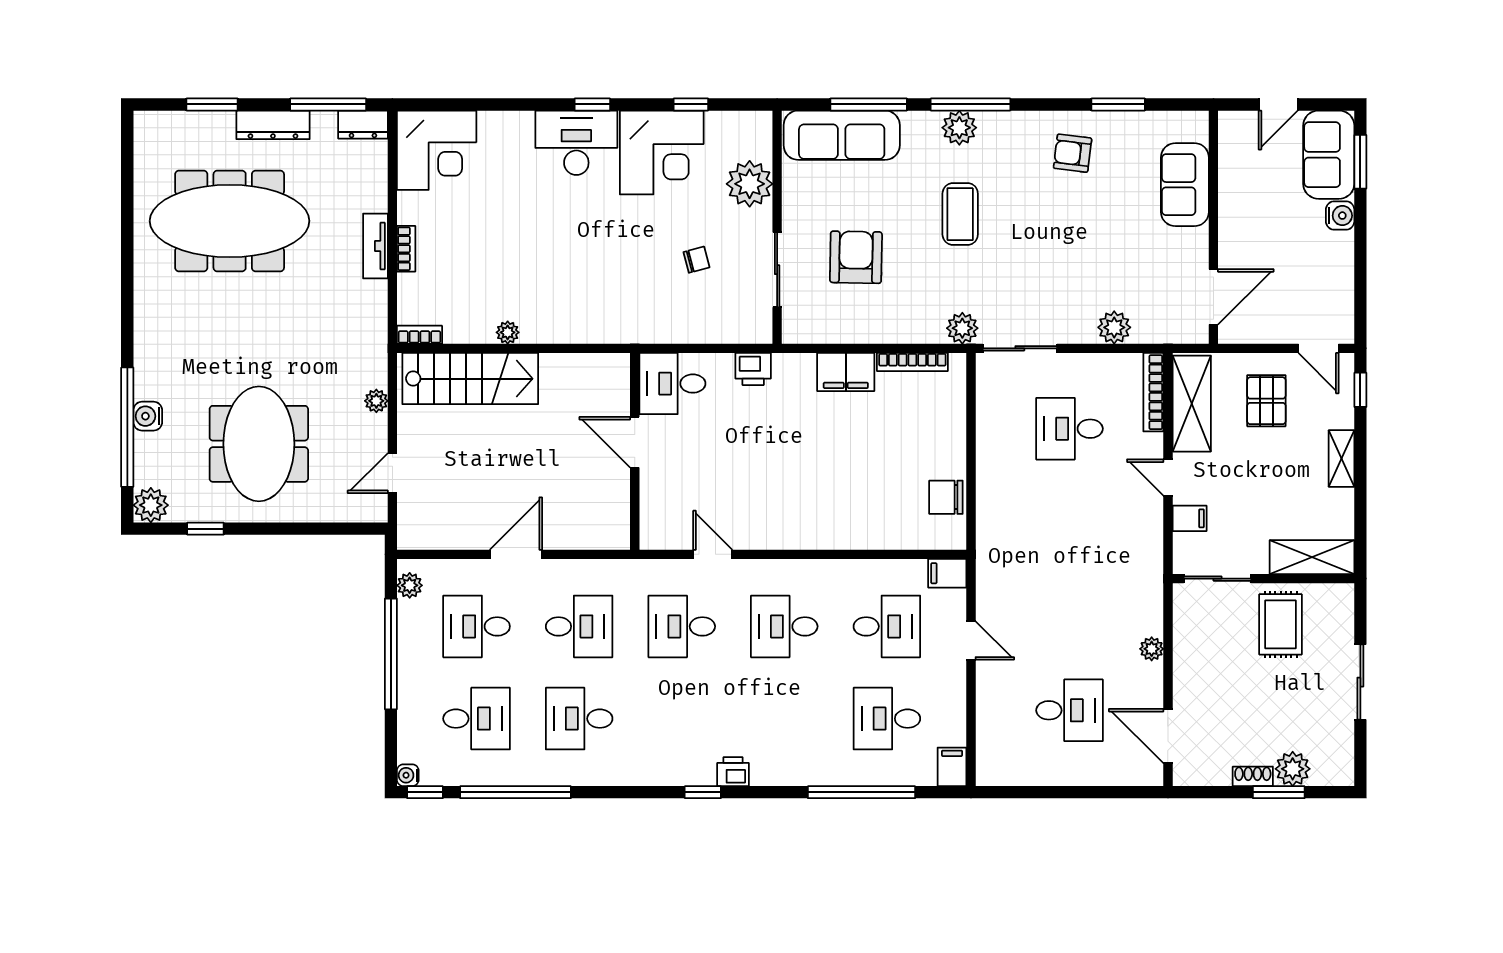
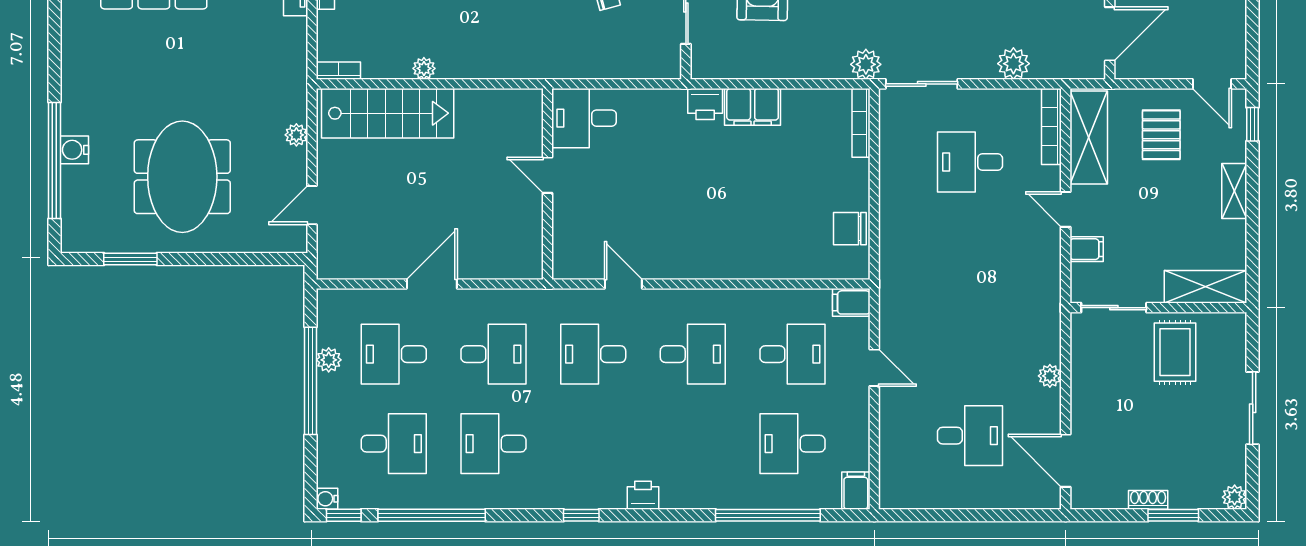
bookcase: (912, 362) -> (861, 123), moved, turned 90
printer: (753, 369) -> (705, 104), moved
door: (635, 442) -> (548, 175), width x0.73
plant: (151, 505) -> (77, 236), removed
window: (205, 529) -> (130, 259), width x1.50
plant: (410, 585) -> (329, 360), moved
desk: (784, 626) -> (693, 354), turned 180
plant: (1293, 769) -> (1235, 497), moved, width x0.73, depth x0.73
window: (703, 792) -> (581, 515), moved

